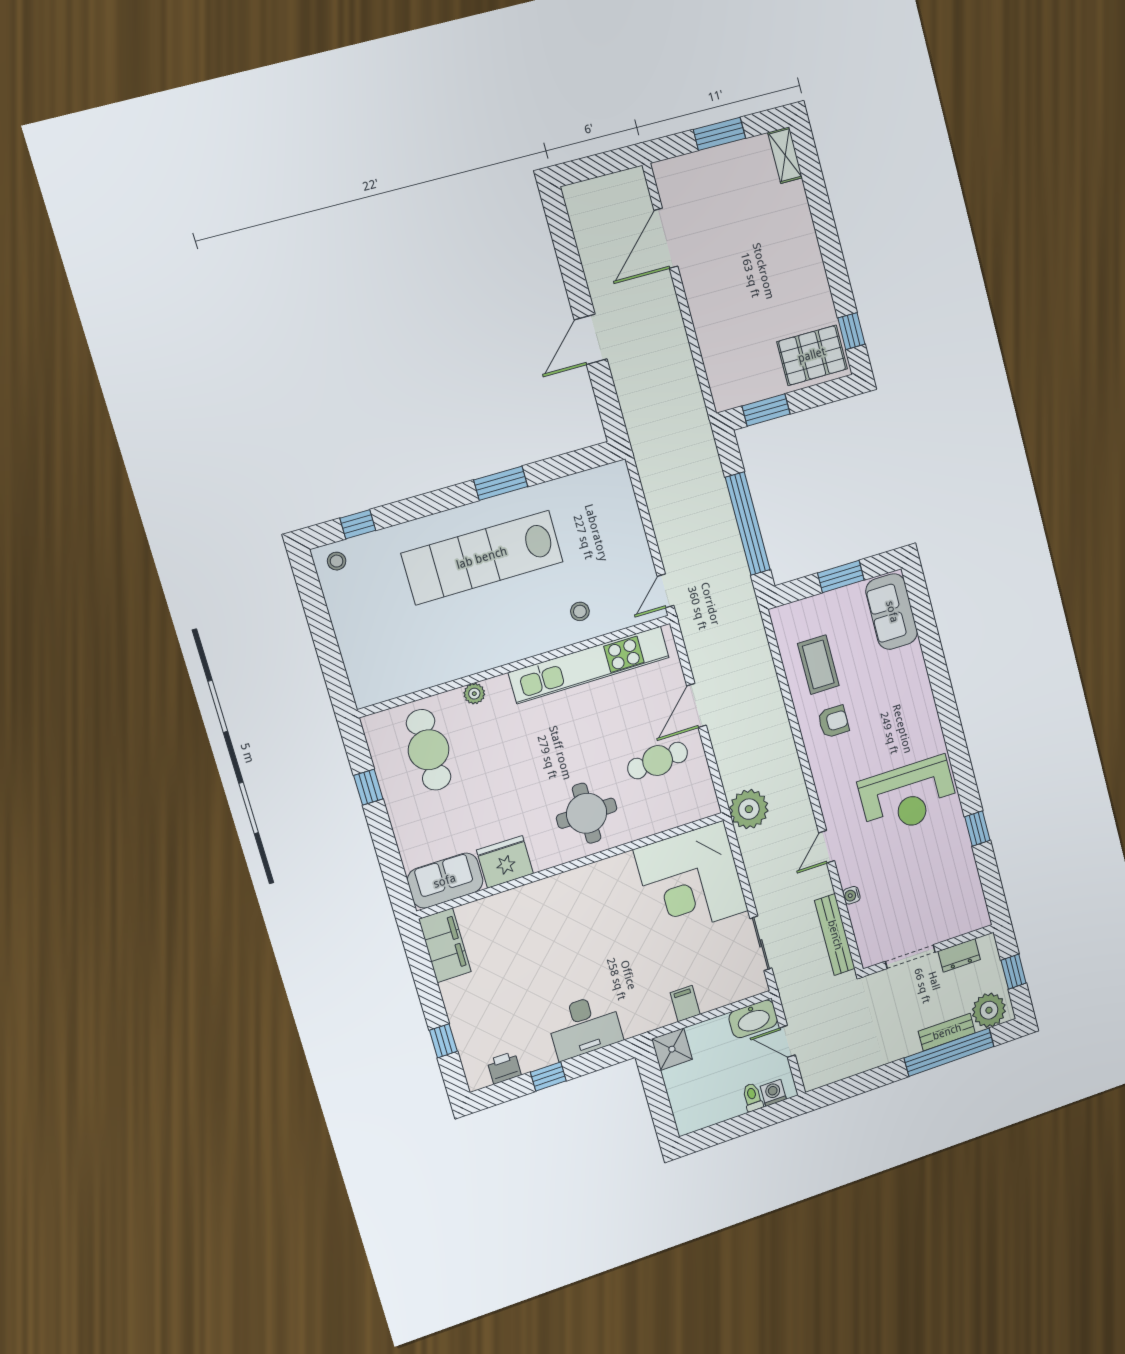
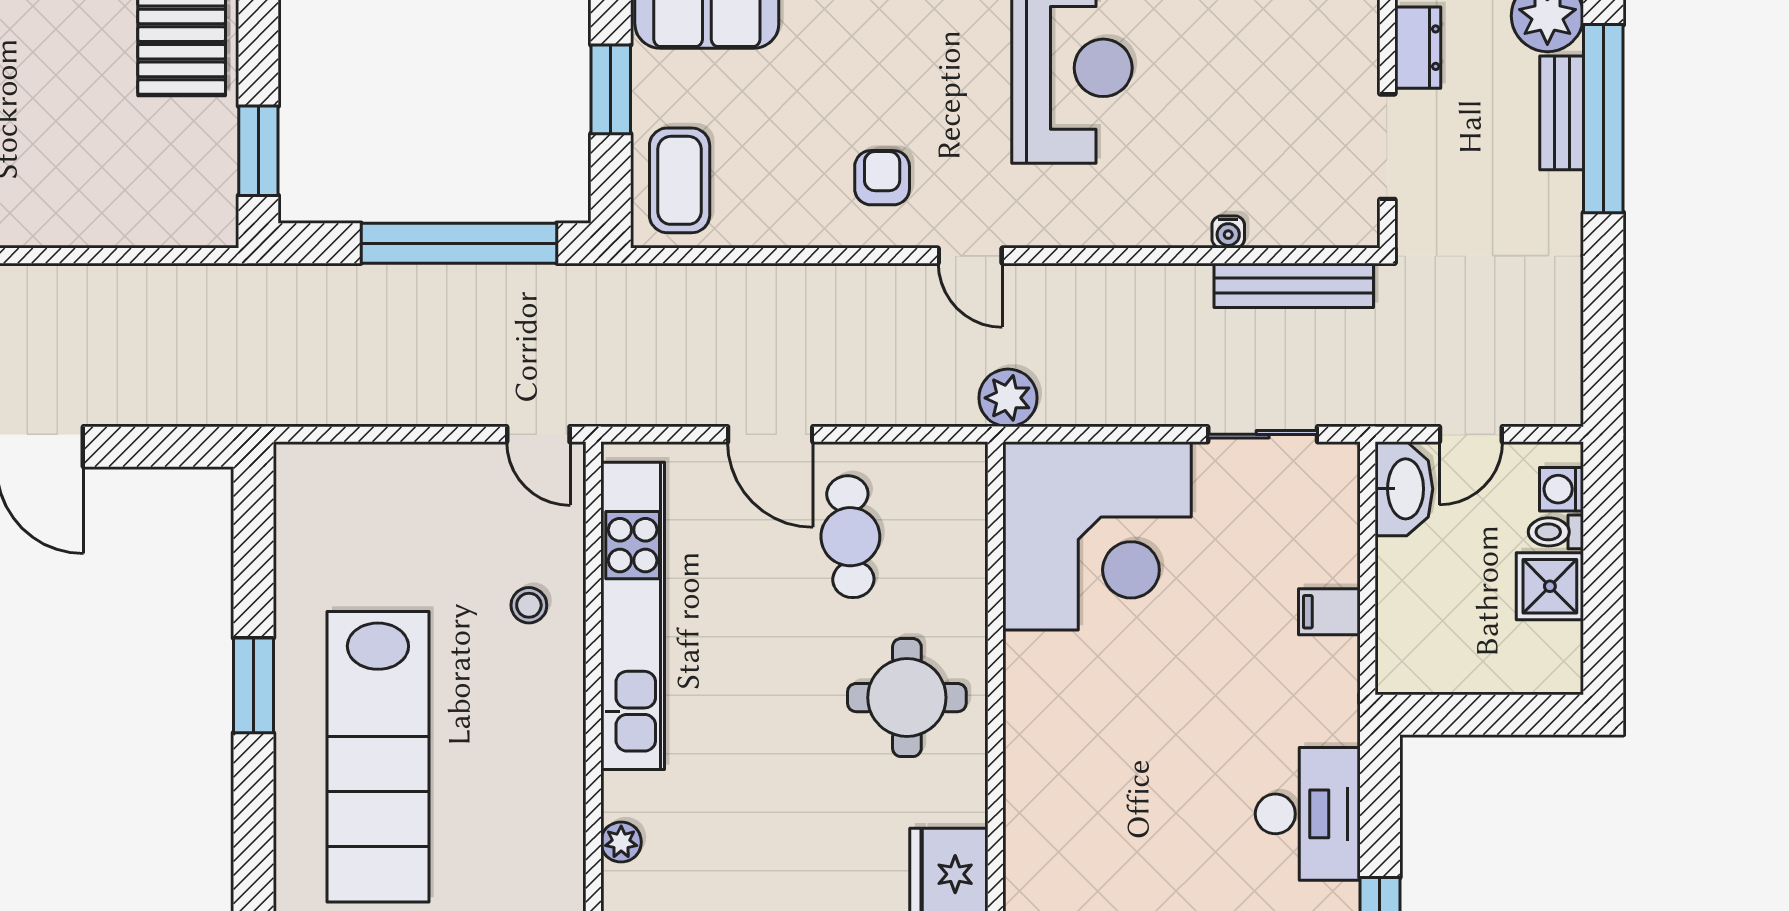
coffee table: (818, 665) -> (680, 180), moved, turned 90
plant: (749, 809) -> (1008, 398), width x0.73, depth x0.73
door: (827, 847) -> (970, 256), moved
shower: (672, 1049) -> (1550, 586), moved

